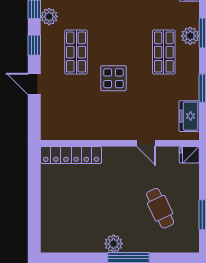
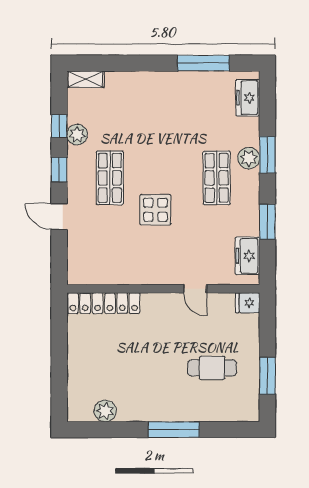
cafe table: (160, 208) -> (212, 368), turned -65
plant: (114, 244) -> (105, 411), moved

